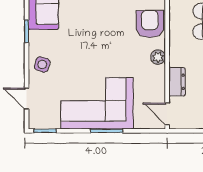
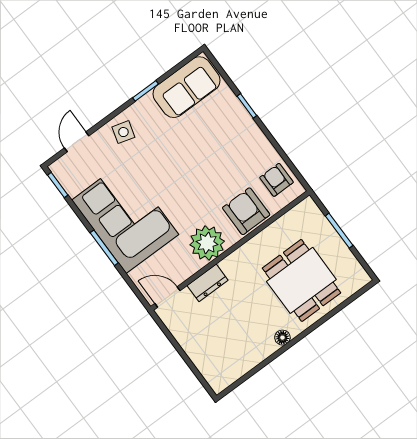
armchair: (150, 24) -> (246, 211), turned -90
plant: (158, 57) -> (207, 243), width x1.88, depth x1.88
door: (167, 114) -> (167, 297), hinge flipped

